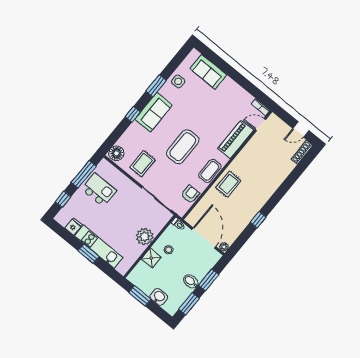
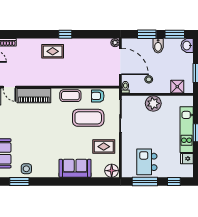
window: (156, 86) -> (19, 182), moved
sofa: (154, 112) -> (75, 168), moved
window: (133, 114) -> (75, 182), removed
coffee table: (183, 147) -> (88, 118), moved
rug: (228, 184) -> (53, 51), moved
window: (258, 220) -> (65, 34), moved
door: (204, 238) -> (120, 61), swing flipped
shower: (151, 258) -> (177, 87), moved
washbasin: (159, 297) -> (187, 46), moved

